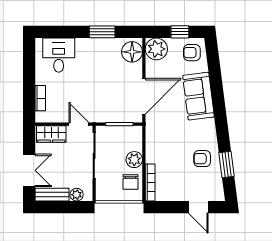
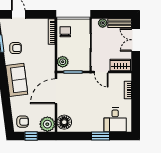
window: (102, 32) -> (100, 136), moved
sofa: (198, 96) -> (17, 80), moved
plant: (134, 160) -> (63, 62), moved

